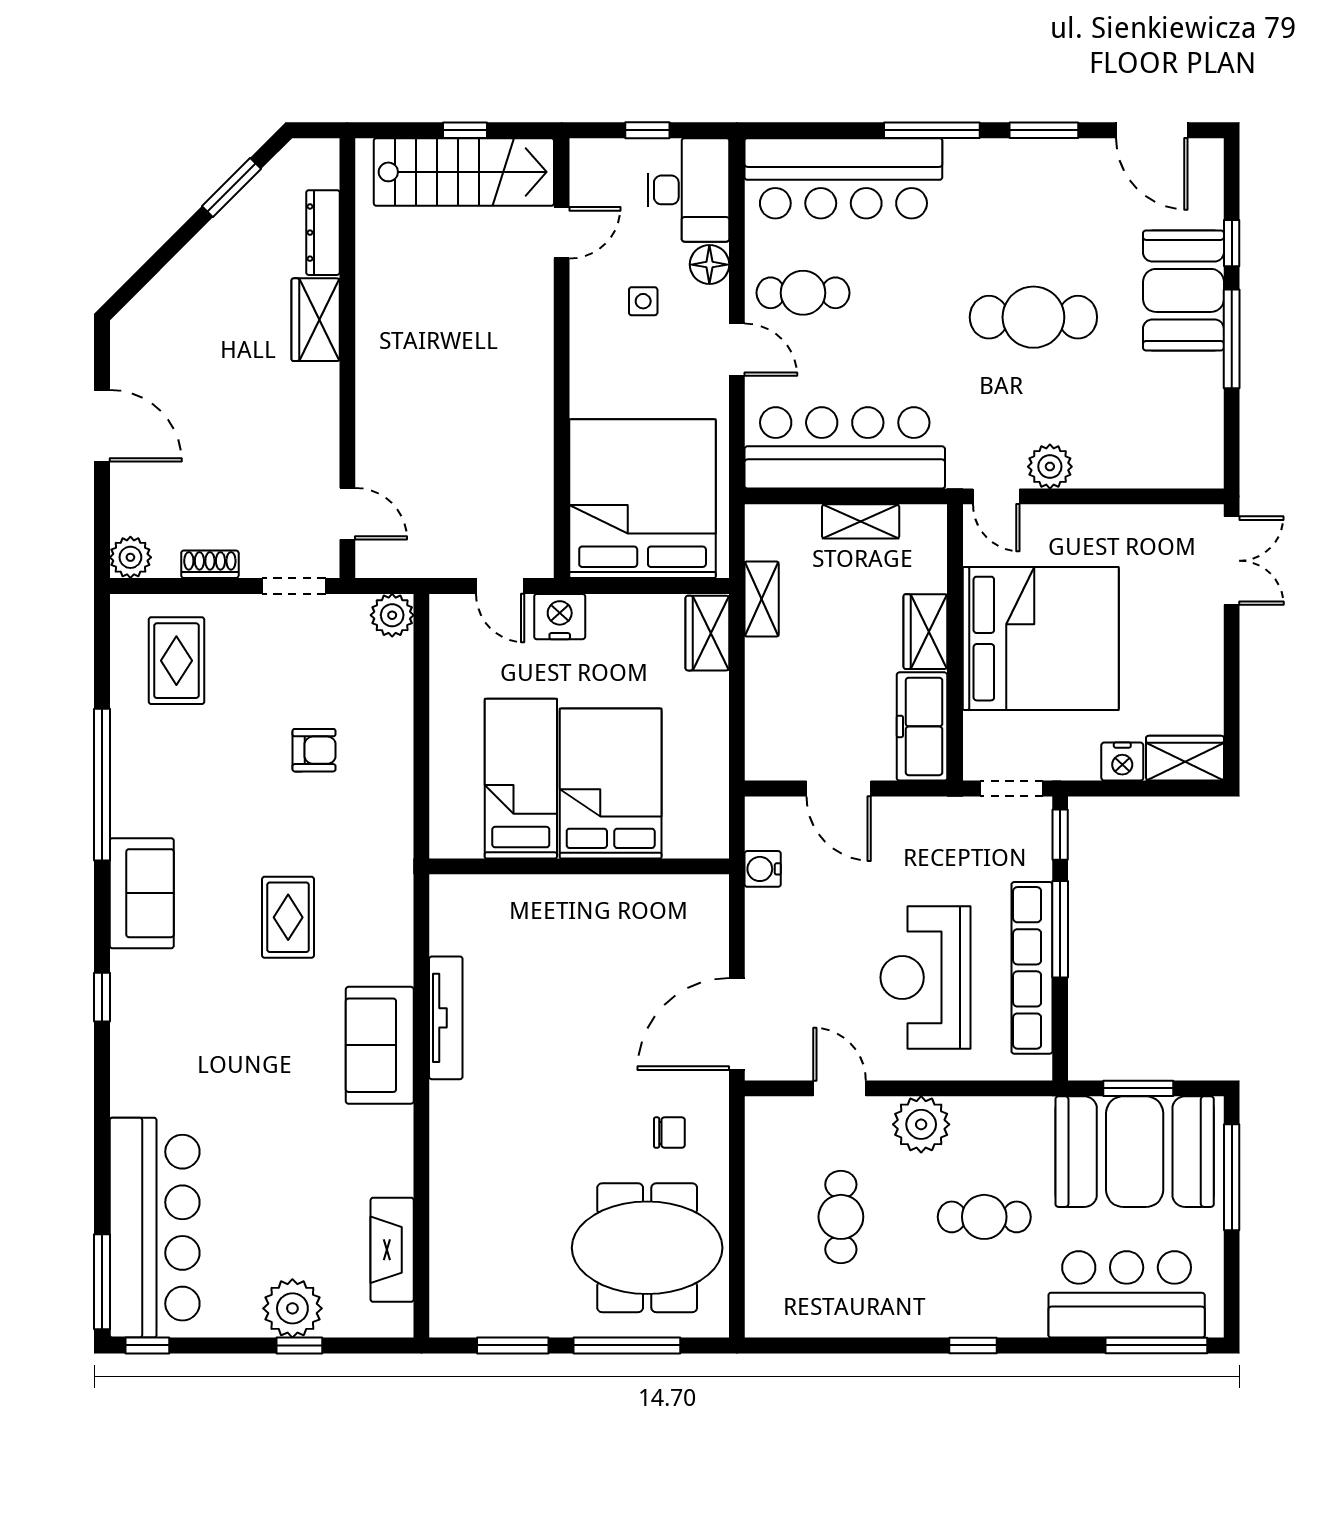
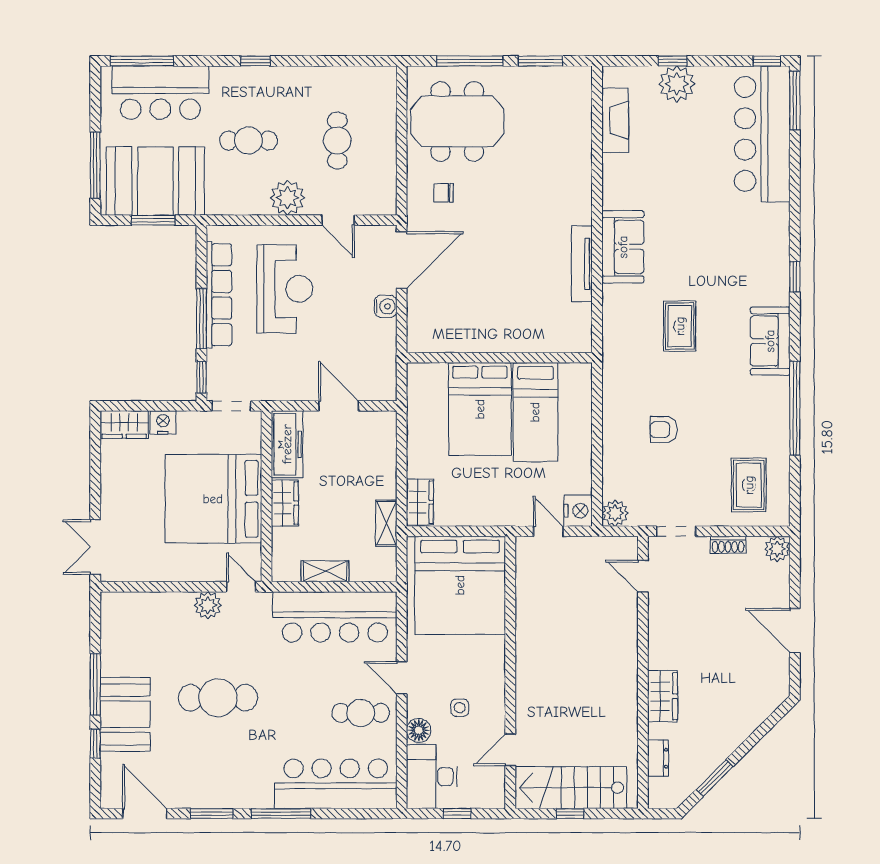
dresser: (323, 233) -> (658, 758), width x0.70
nightstand: (560, 617) -> (578, 511), moved, turned -90
water cooler: (763, 869) -> (386, 306), moved

